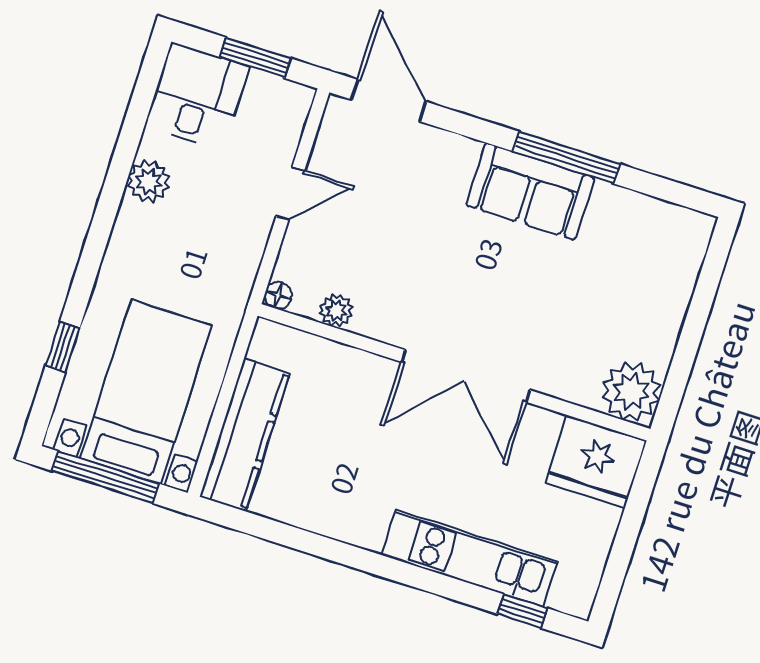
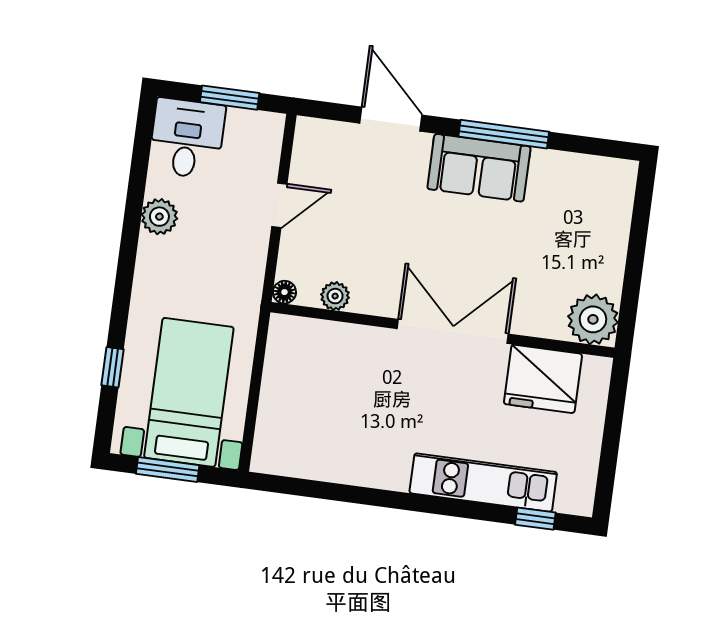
door: (388, 100) -> (391, 119), moved
double door: (466, 376) -> (453, 331), swing flipped
kitchen counter: (245, 435) -> (277, 413), removed
fridge: (596, 462) -> (543, 379), moved
window: (105, 477) -> (168, 470), width x0.69

